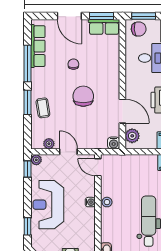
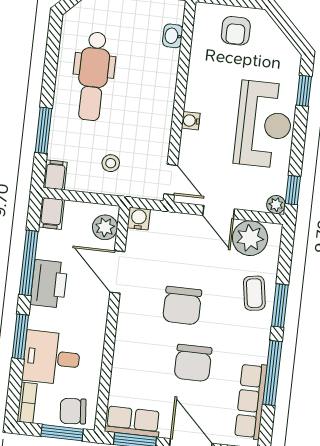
chair: (73, 64) -> (193, 363), width x1.87, depth x1.87
plant: (49, 144) -> (250, 238), width x1.88, depth x1.88
stool: (107, 202) -> (111, 163), moved

